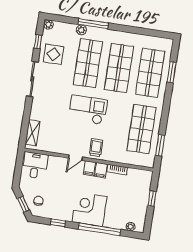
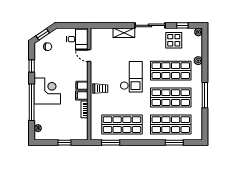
window: (93, 24) -> (205, 95), moved
shelving: (33, 133) -> (124, 33), moved
door: (76, 158) -> (89, 56), moved

